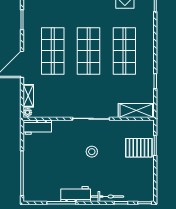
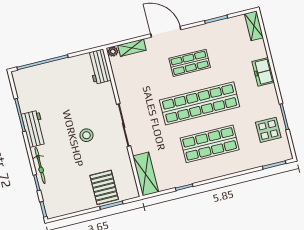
shop shelf: (53, 51) -> (190, 63), width x0.70, depth x0.74
shop shelf: (89, 51) -> (200, 103), width x1.40

